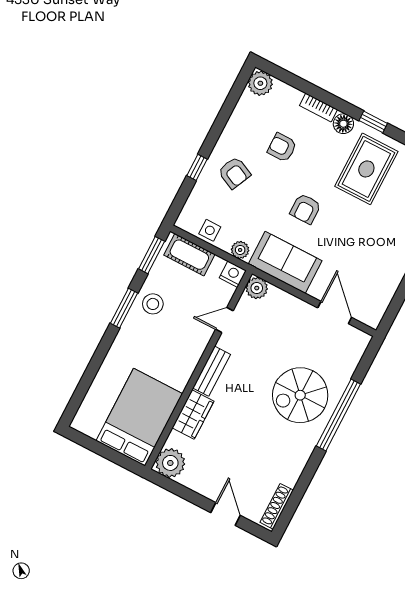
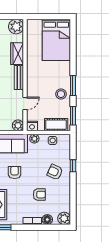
floor lamp: (343, 124) -> (47, 220), moved
bed: (139, 417) -> (56, 40), moved

